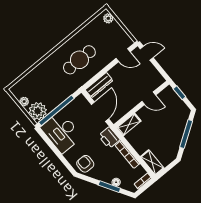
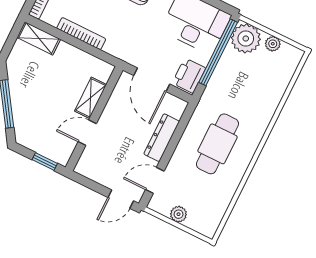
plant: (108, 18) -> (179, 214), moved
dresser: (99, 85) -> (162, 138), moved
shelving: (129, 124) -> (90, 98), moved
printer: (109, 138) -> (189, 76), moved, turned -90

